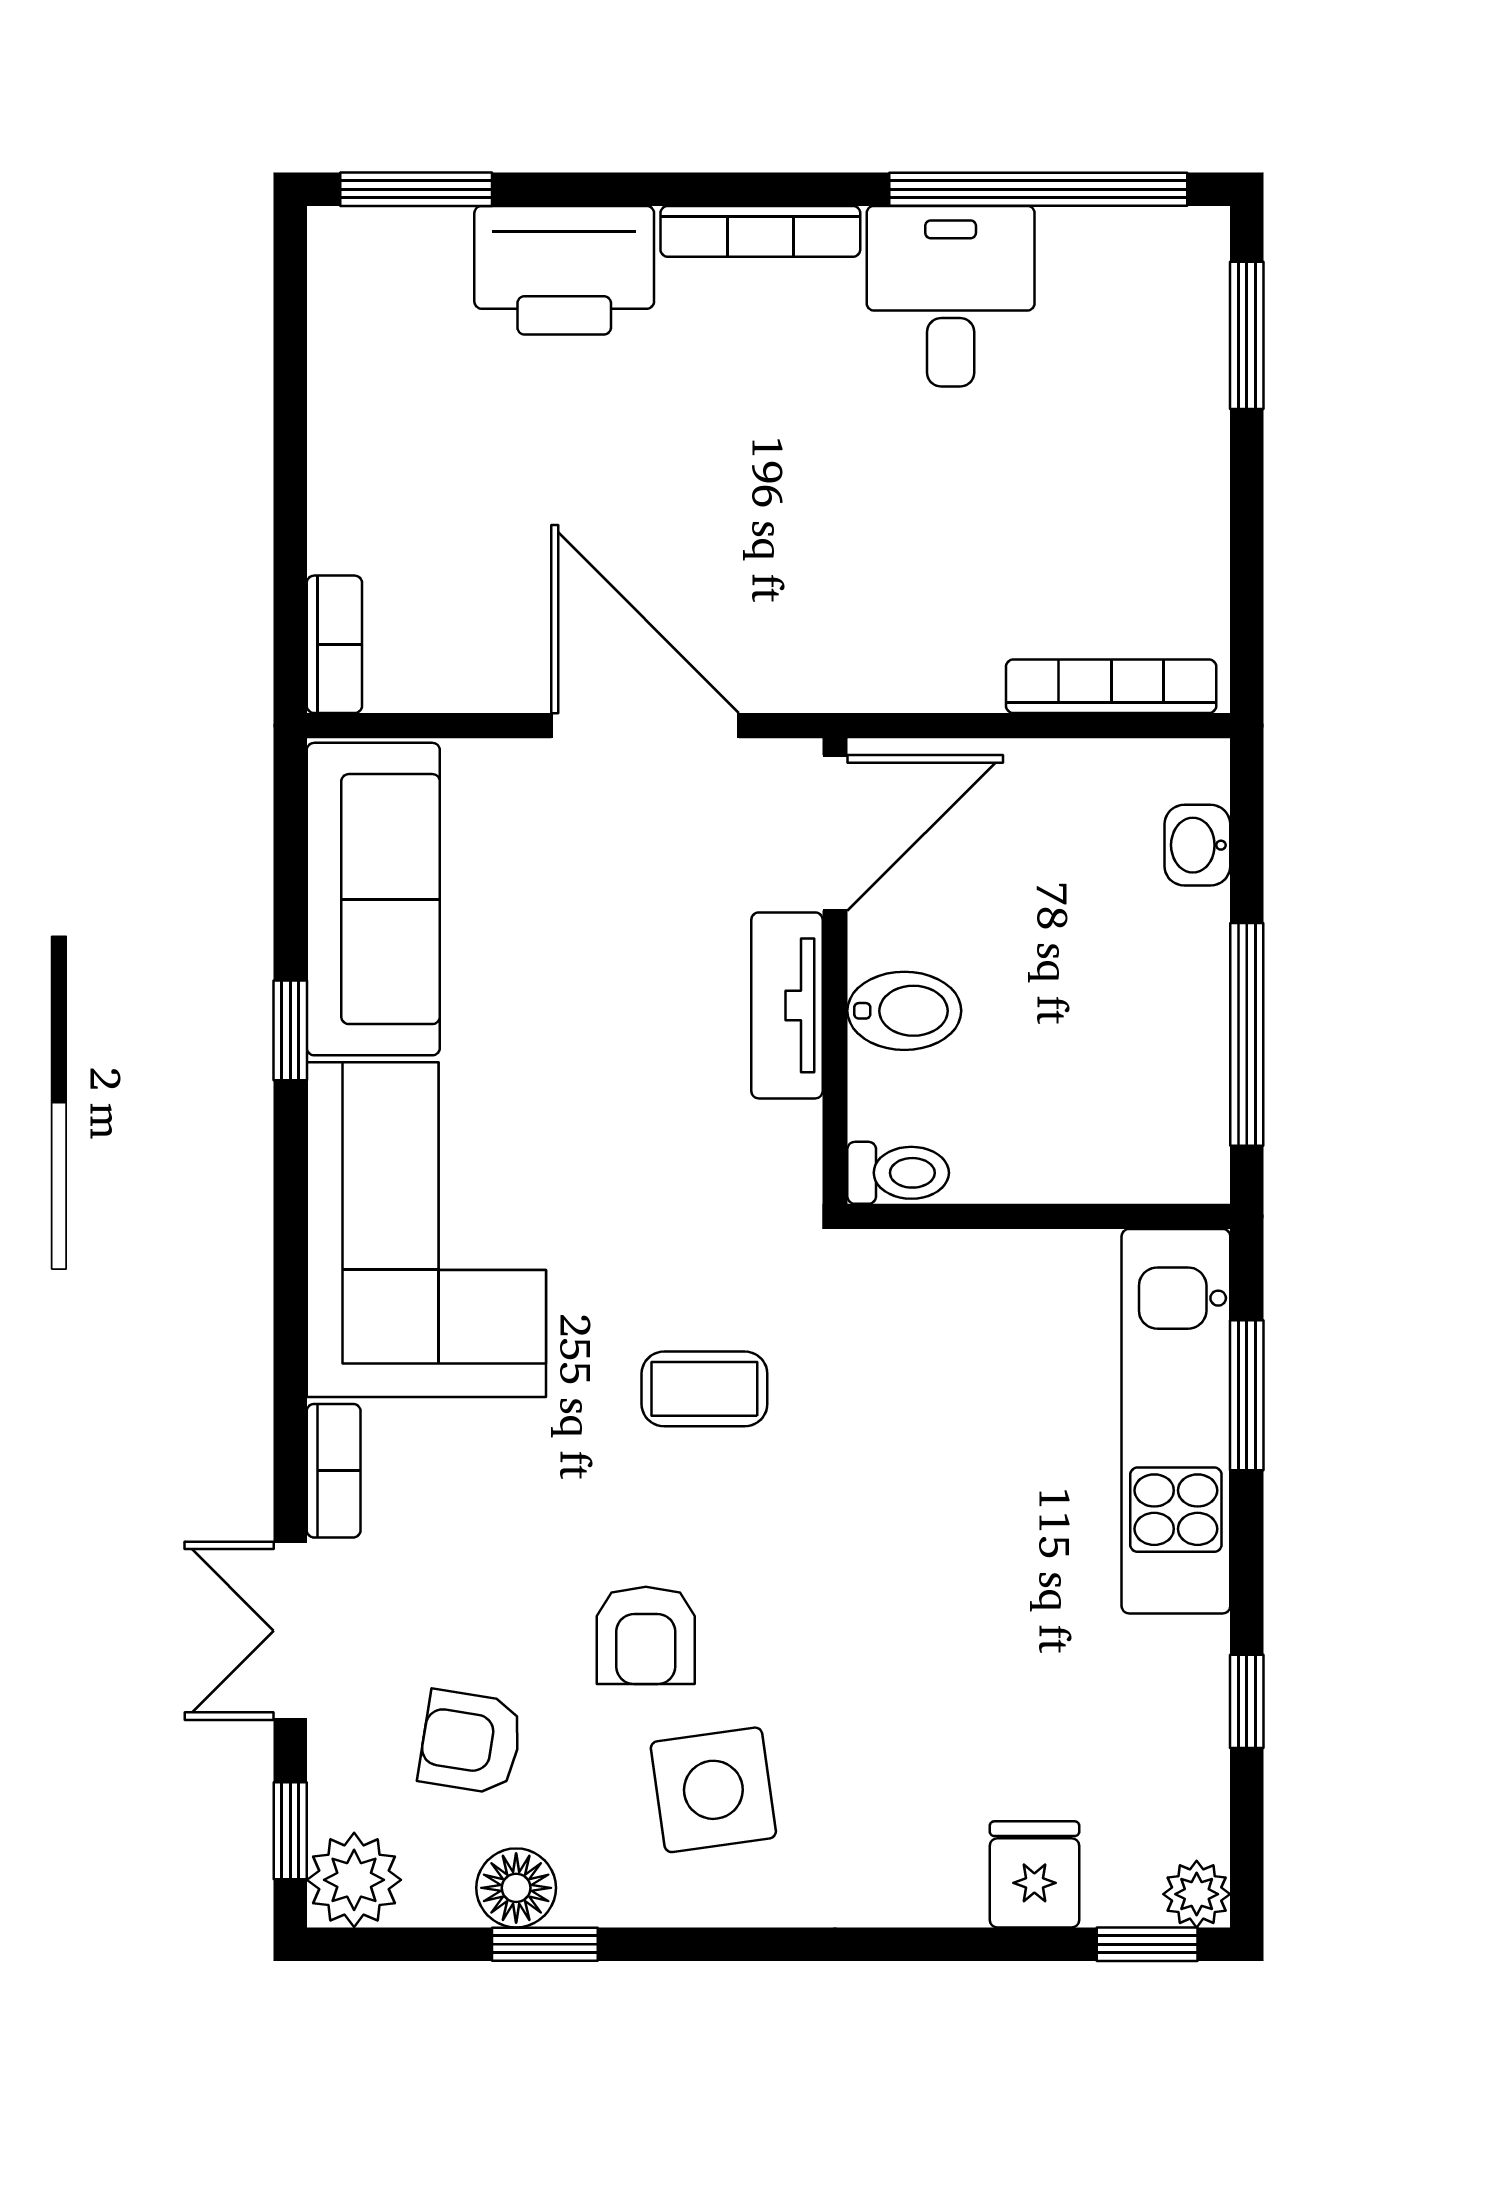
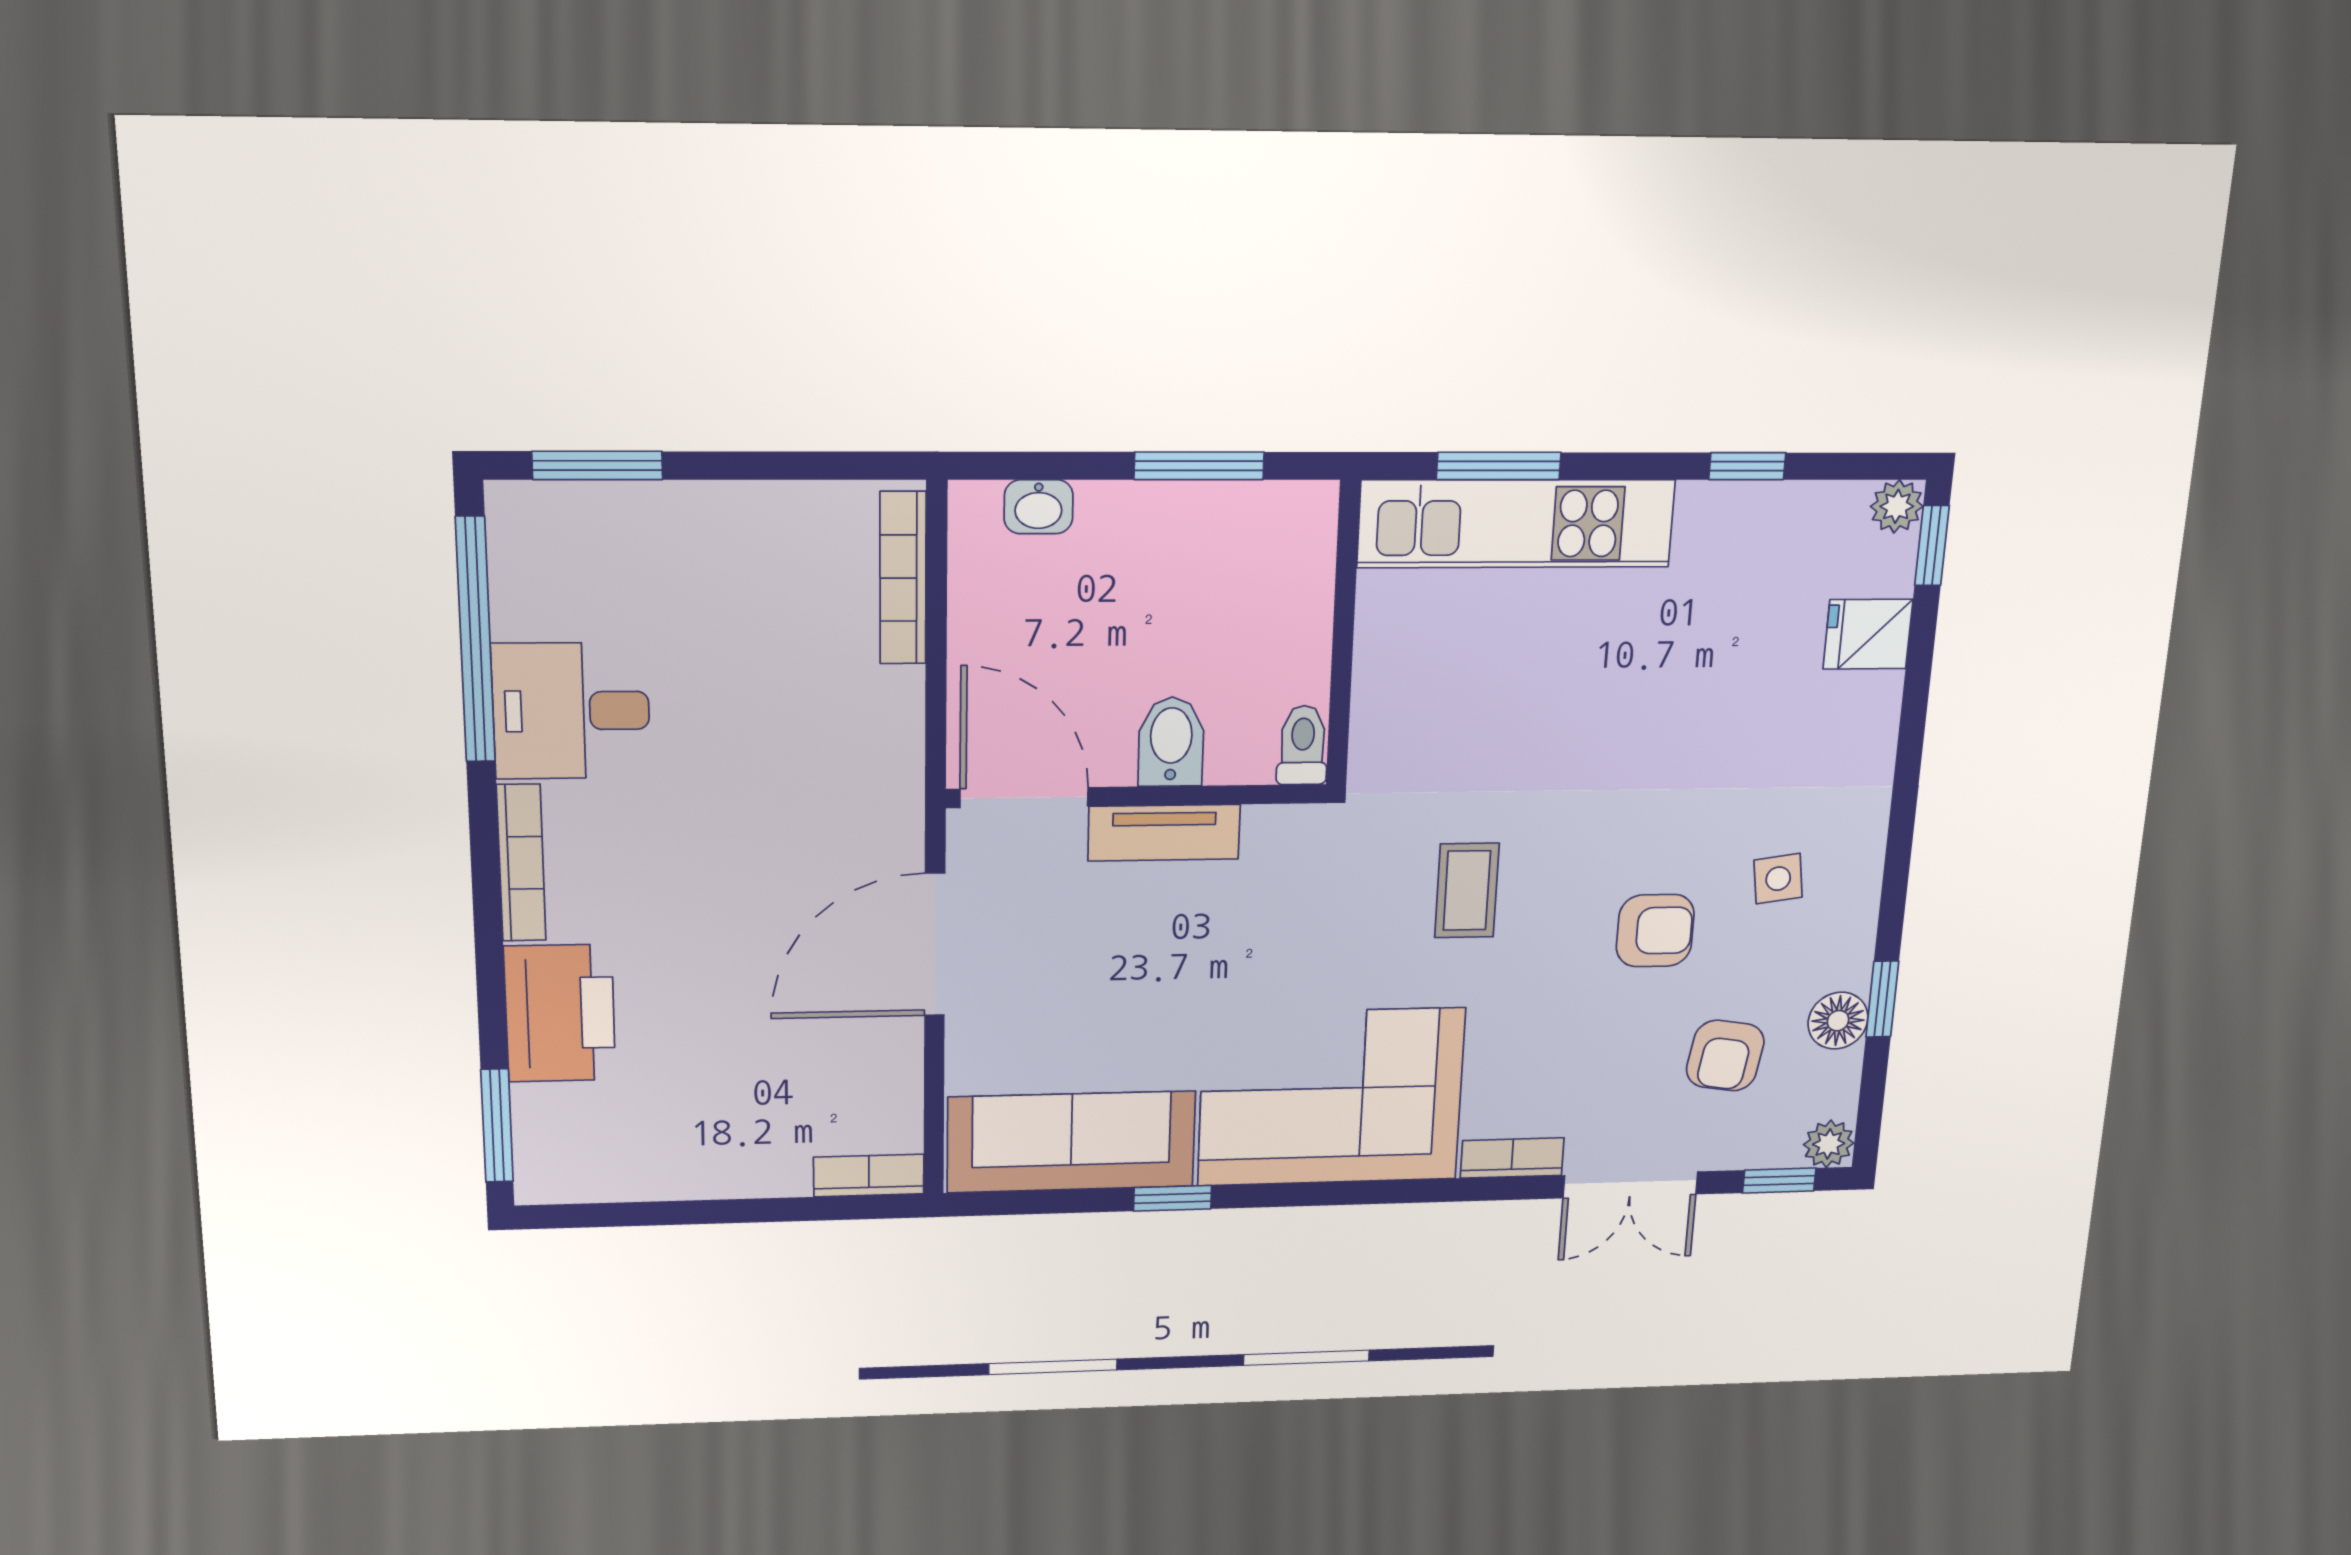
window: (1247, 1034) -> (1199, 466), width x0.69
side table: (713, 1790) -> (1778, 879), width x0.54, depth x0.54
plant: (354, 1880) -> (1829, 1144), width x0.73, depth x0.73

